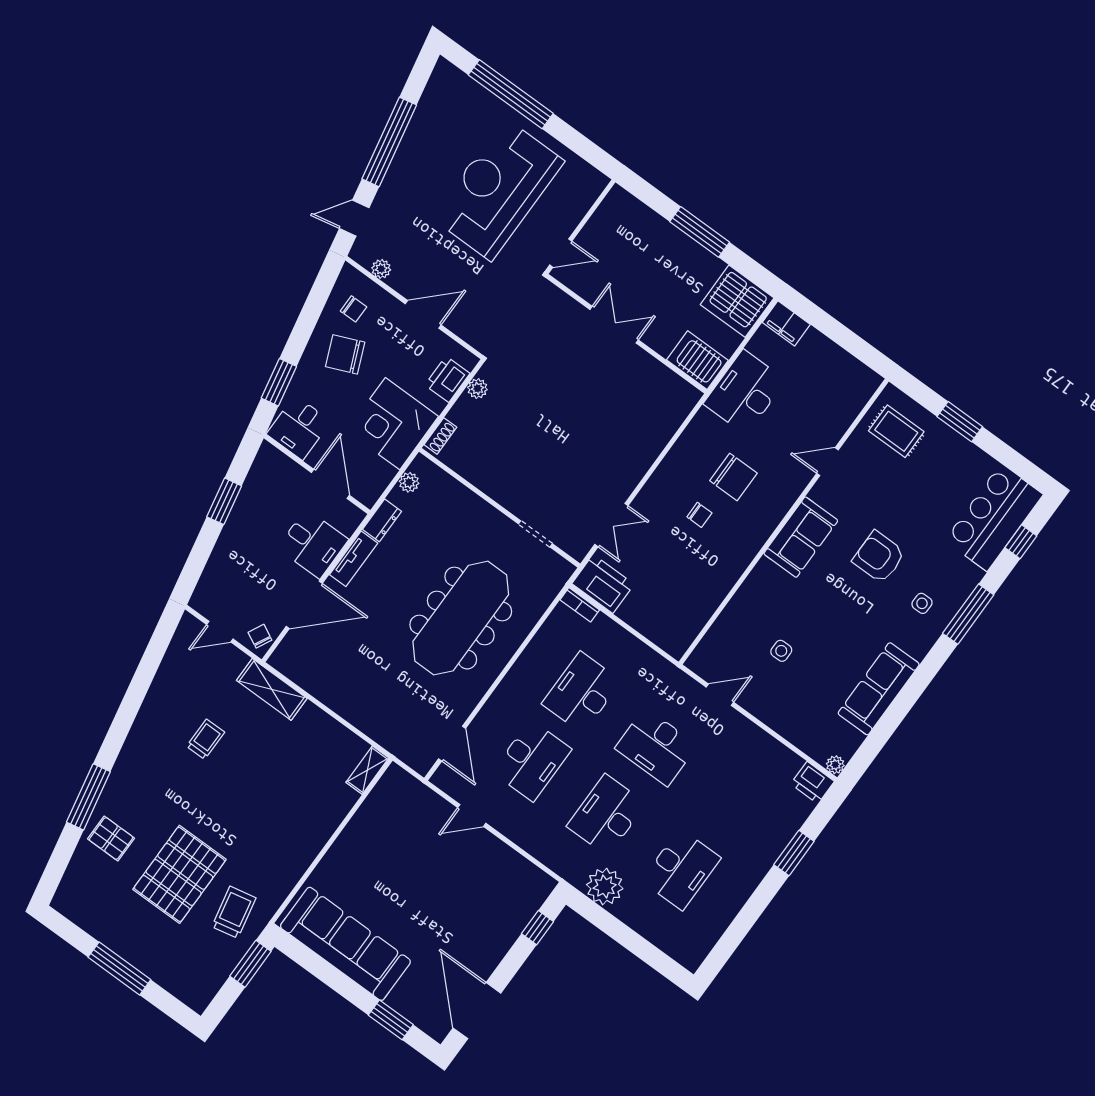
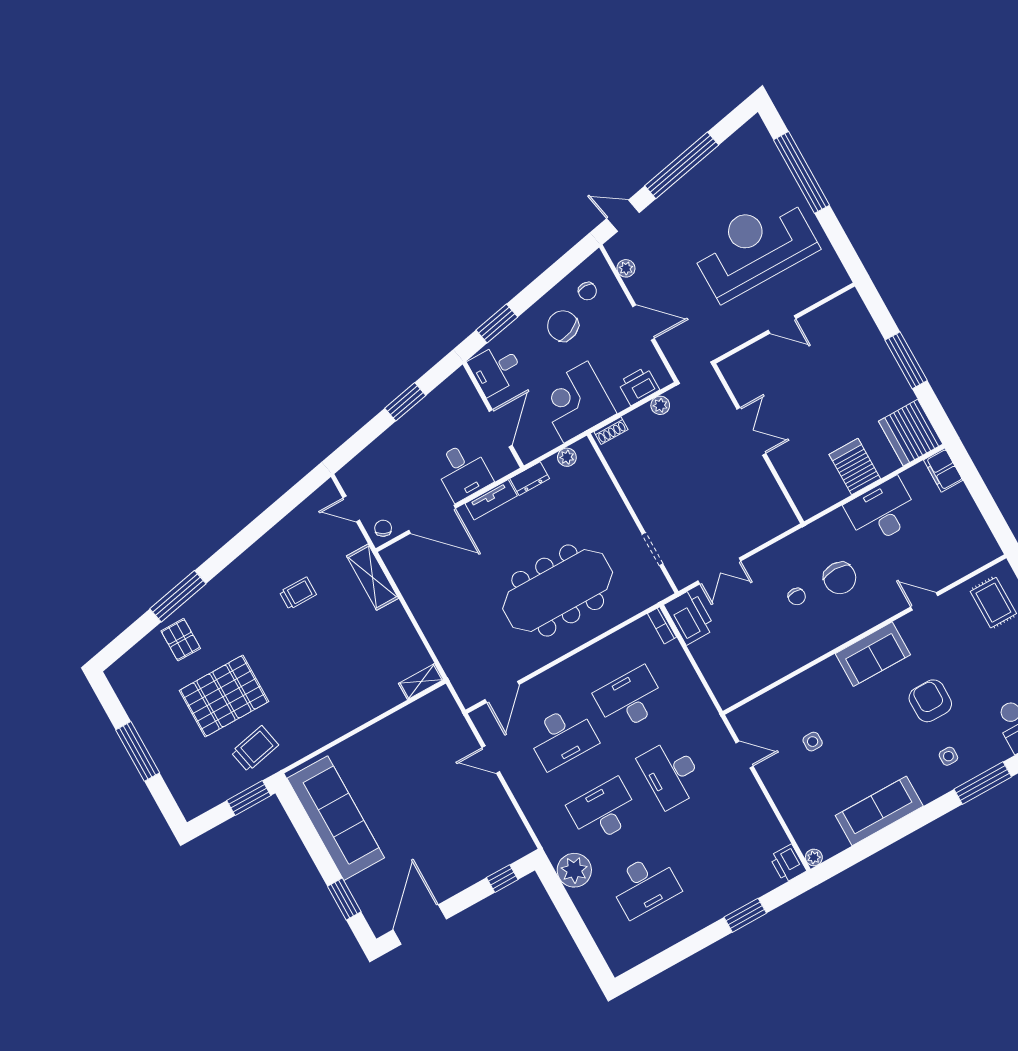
double door: (614, 325) -> (751, 431), moved
wall: (626, 334) -> (758, 444), moved

